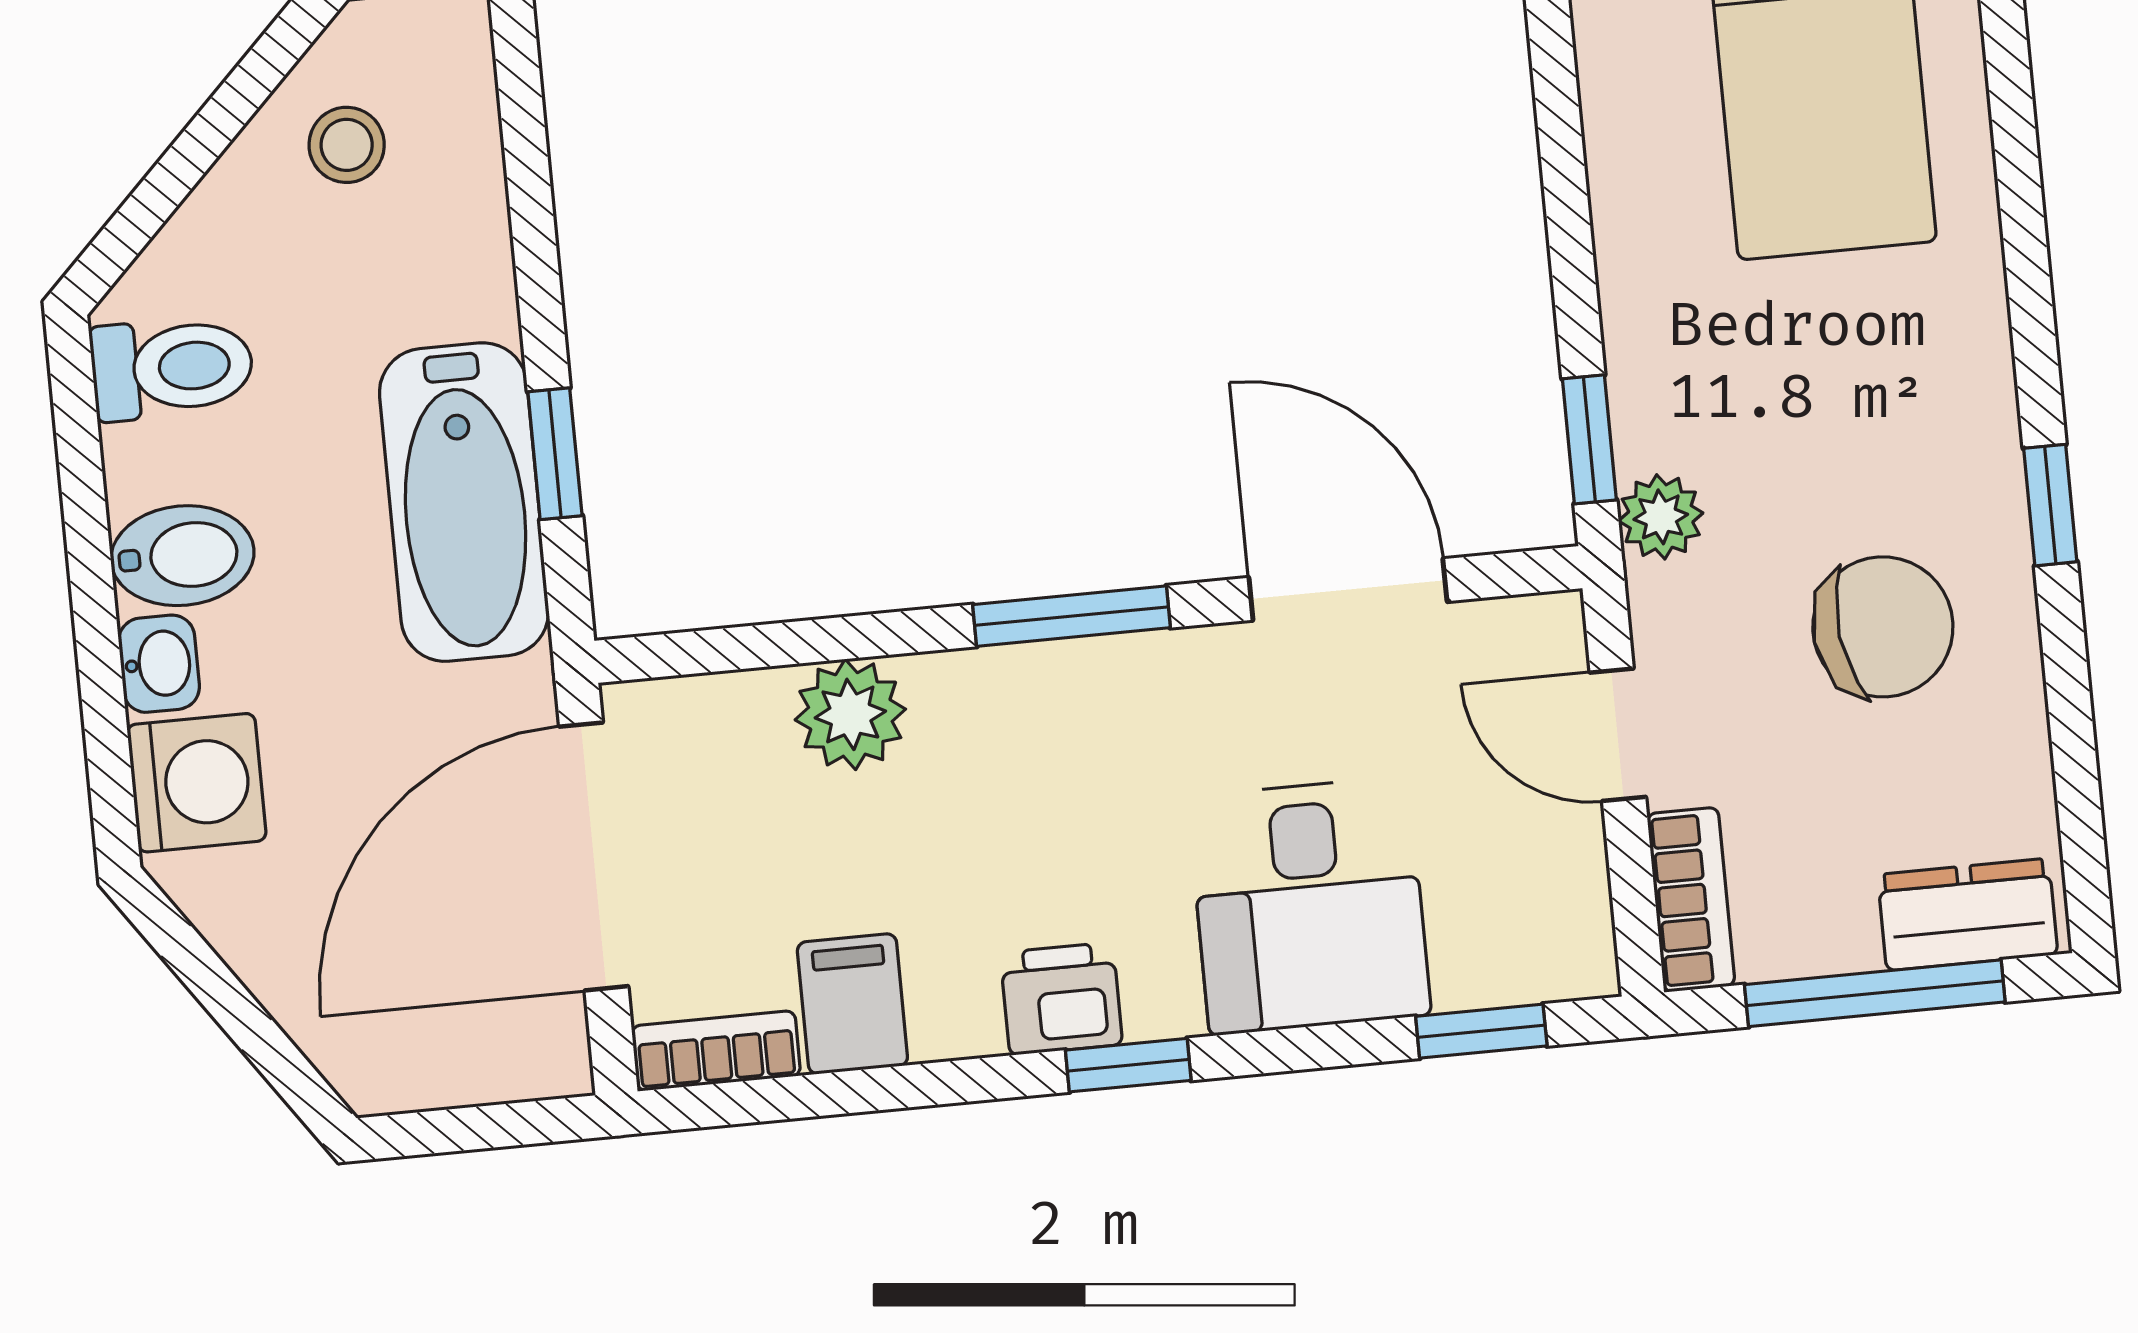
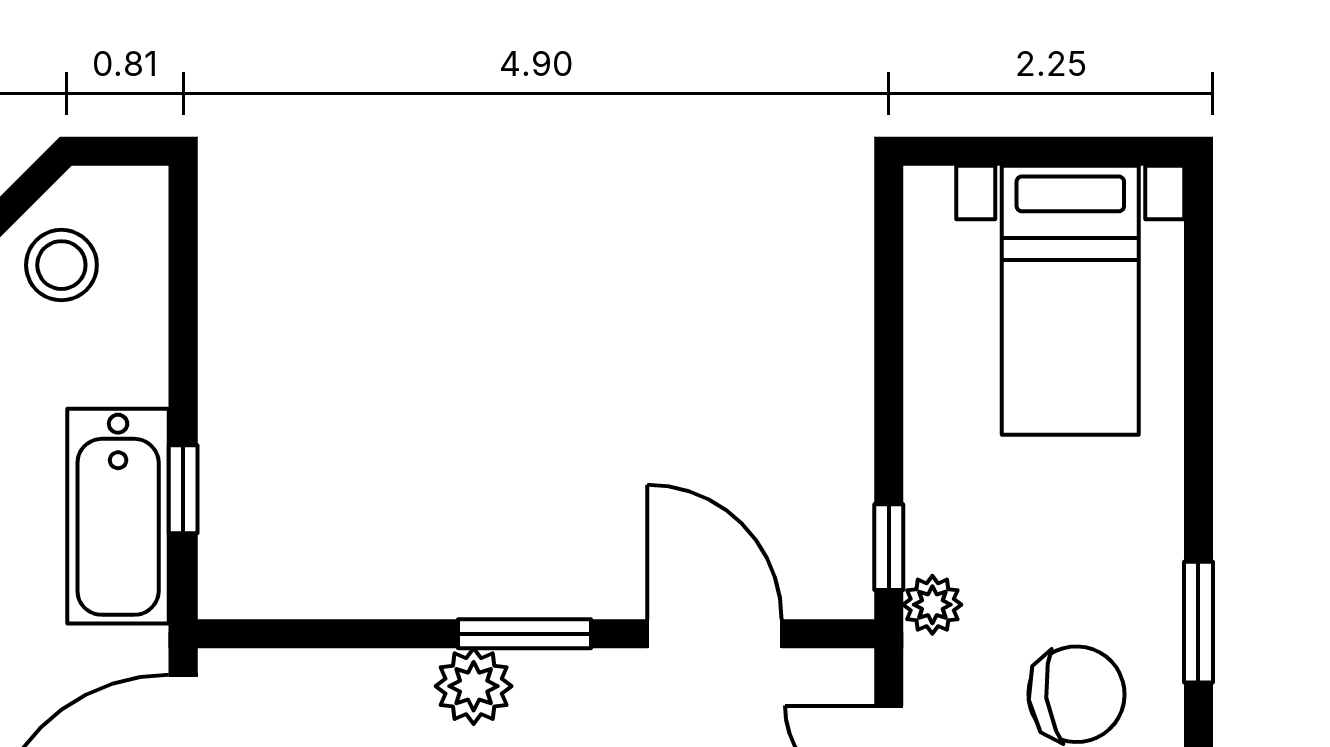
stool: (347, 145) -> (61, 265), width x1.37, depth x1.37
window: (2050, 505) -> (1198, 622), width x1.50
plant: (850, 714) -> (474, 686), moved

